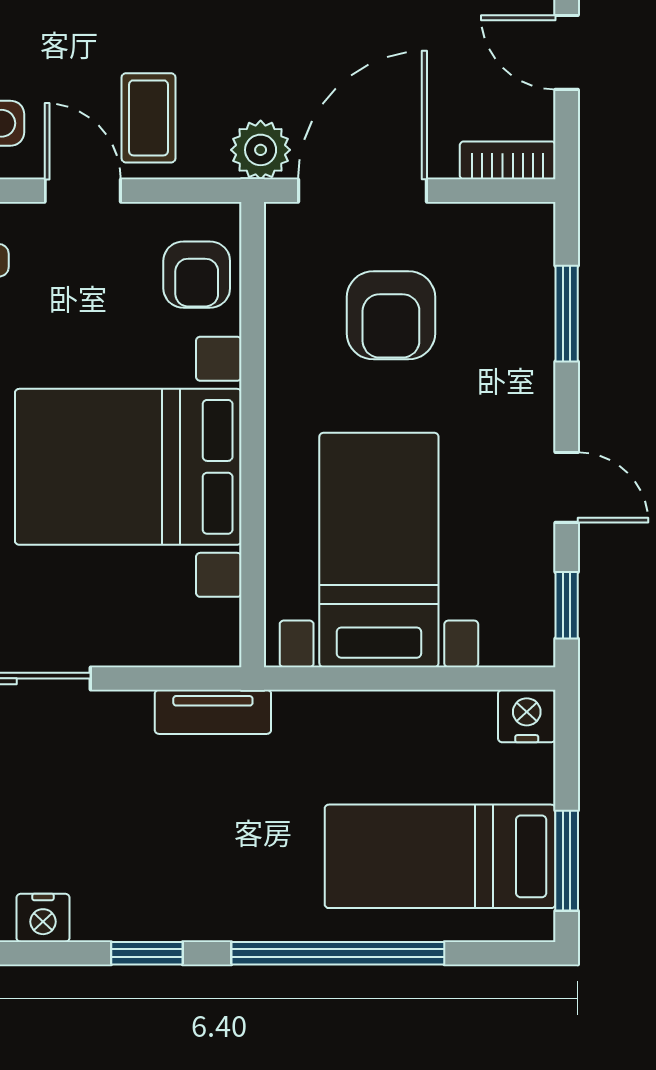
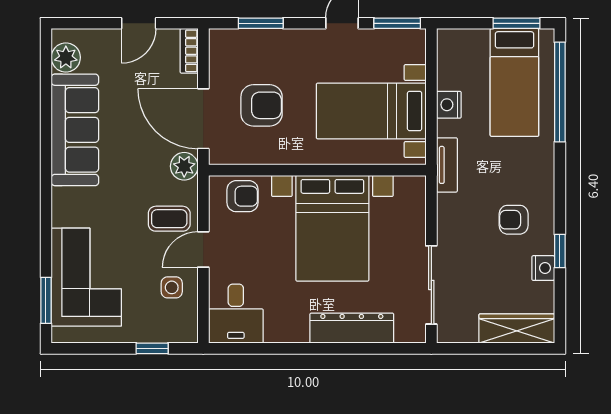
window: (567, 605) -> (397, 23), width x1.50
tv unit: (213, 712) -> (447, 165), moved
nightstand: (527, 716) -> (449, 105), moved
armchair: (146, 855) -> (514, 220), added
window: (147, 953) -> (560, 251), moved
window: (338, 953) -> (560, 92), moved

